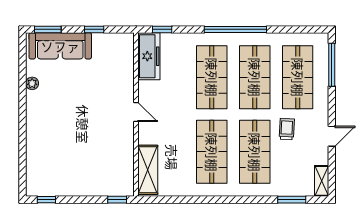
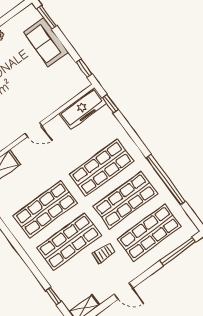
window: (94, 29) -> (84, 68), moved
window: (235, 29) -> (166, 180), moved
sofa: (60, 46) -> (46, 42), width x0.73
door: (136, 112) -> (33, 130), hinge flipped
window: (292, 200) -> (54, 296), width x0.67

